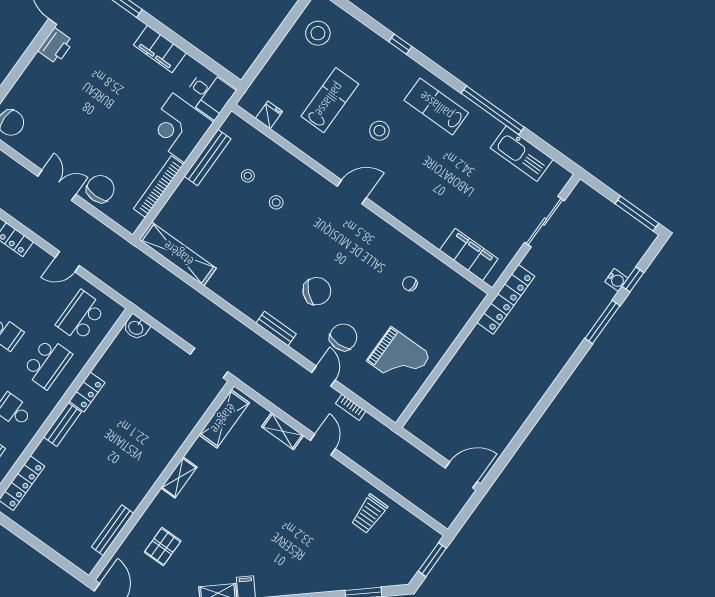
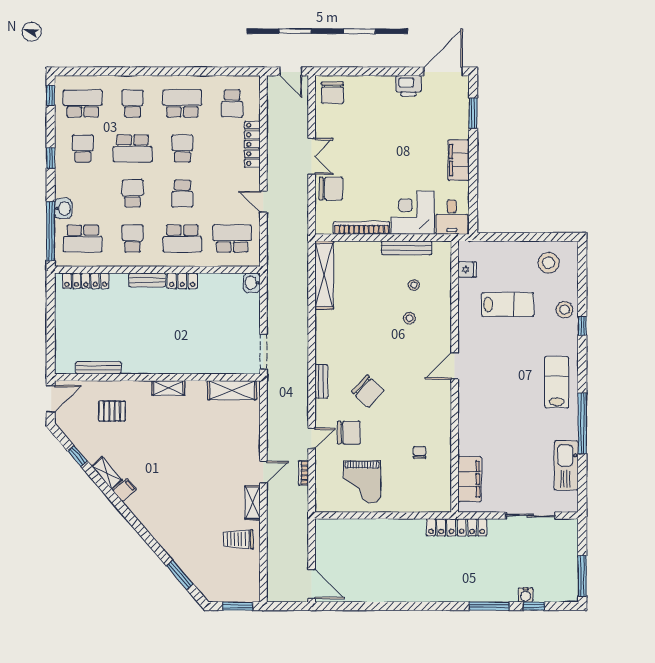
stool: (379, 131) -> (564, 310), moved
door: (352, 192) -> (455, 366), swing flipped
shelving: (282, 431) -> (253, 503), moved

